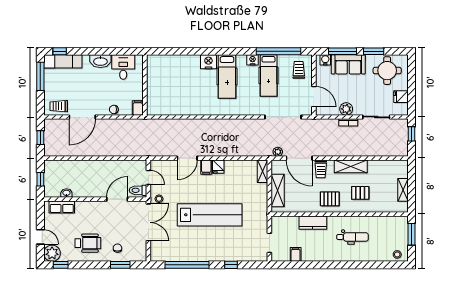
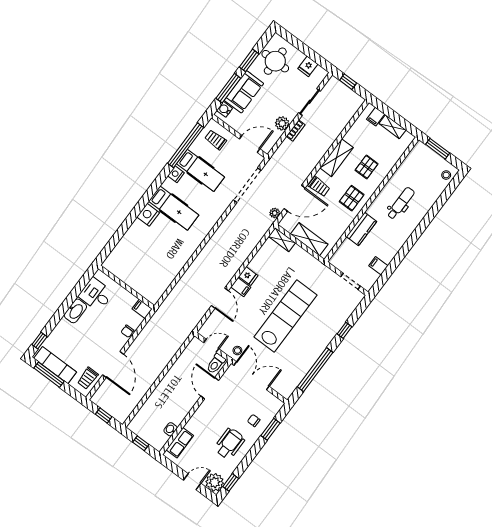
exam couch: (63, 61) -> (55, 365), moved, turned -90
filing cabinet: (401, 172) -> (376, 117), added

